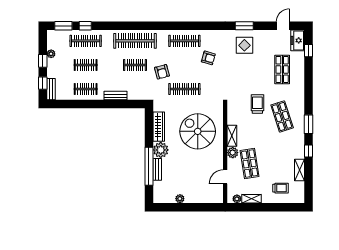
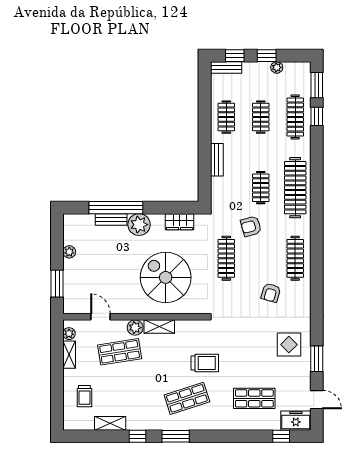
window: (244, 26) -> (317, 359), moved
wardrobe: (159, 127) -> (180, 222), width x0.67
spiral stairs: (198, 131) -> (166, 277), turned -90
window: (202, 207) -> (57, 284), added

